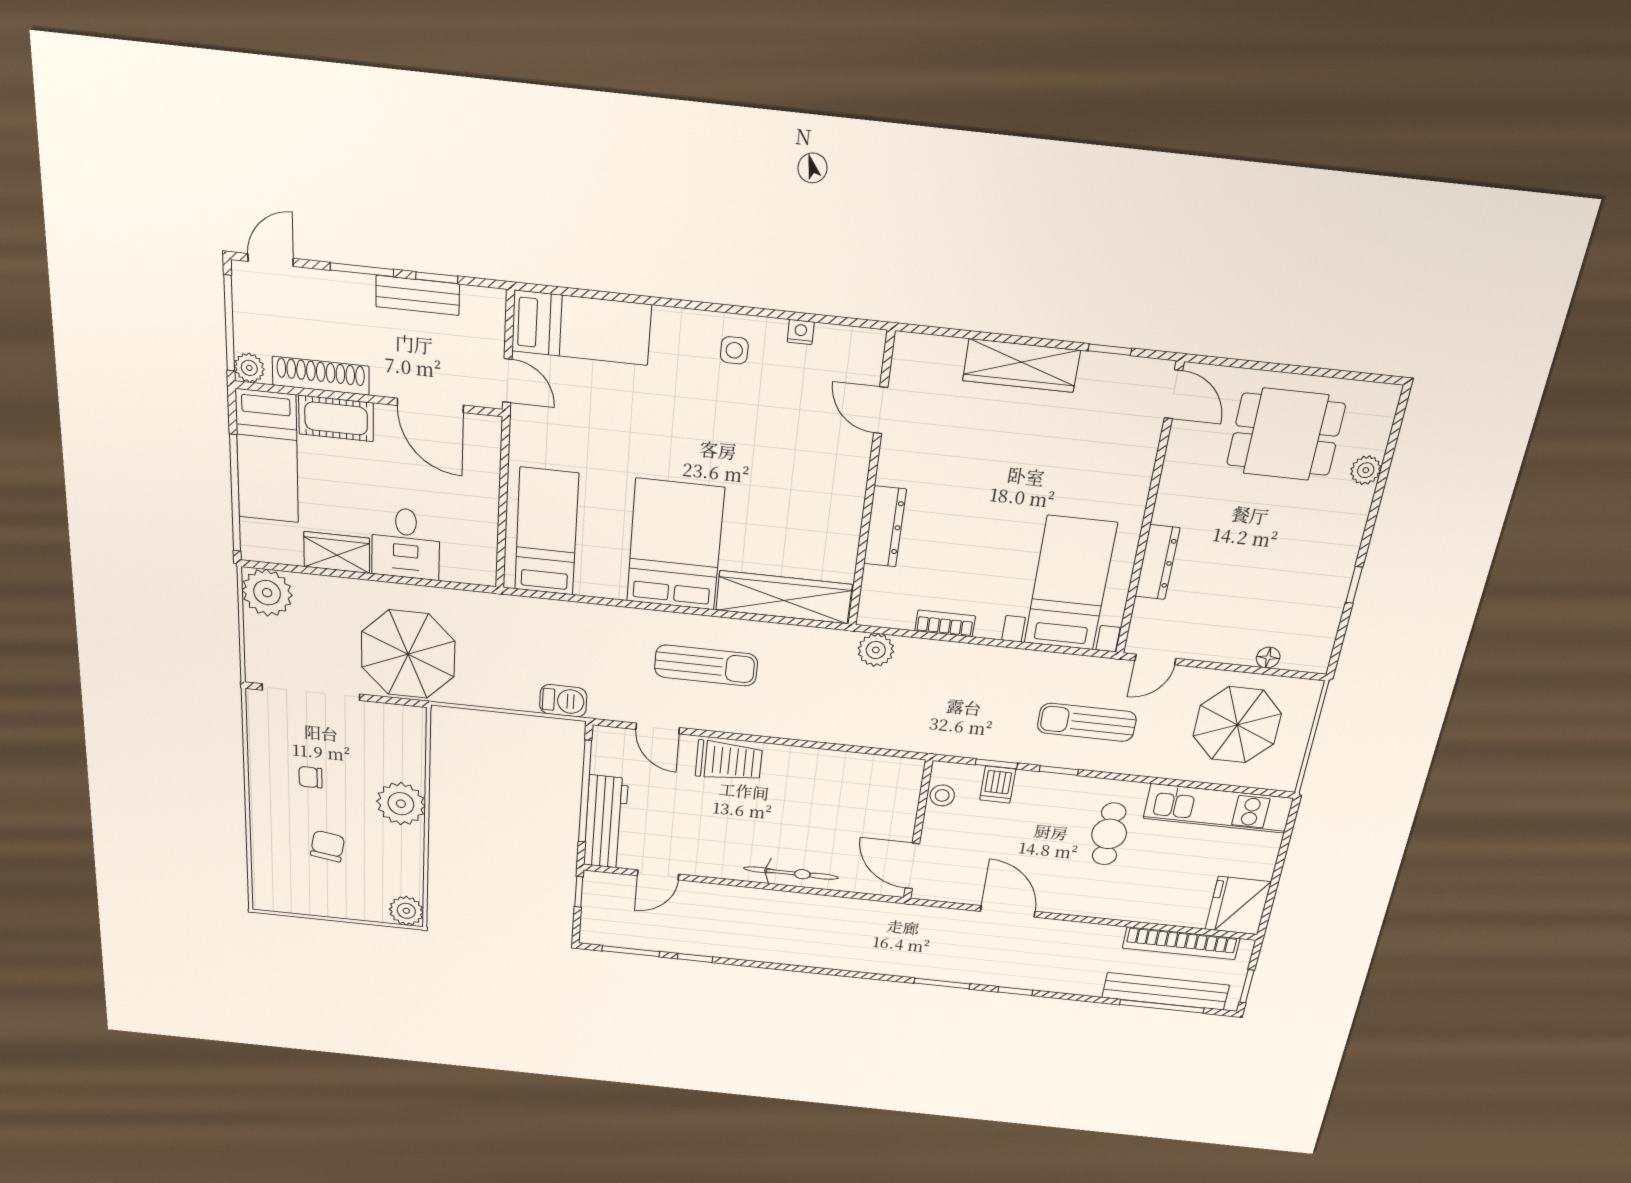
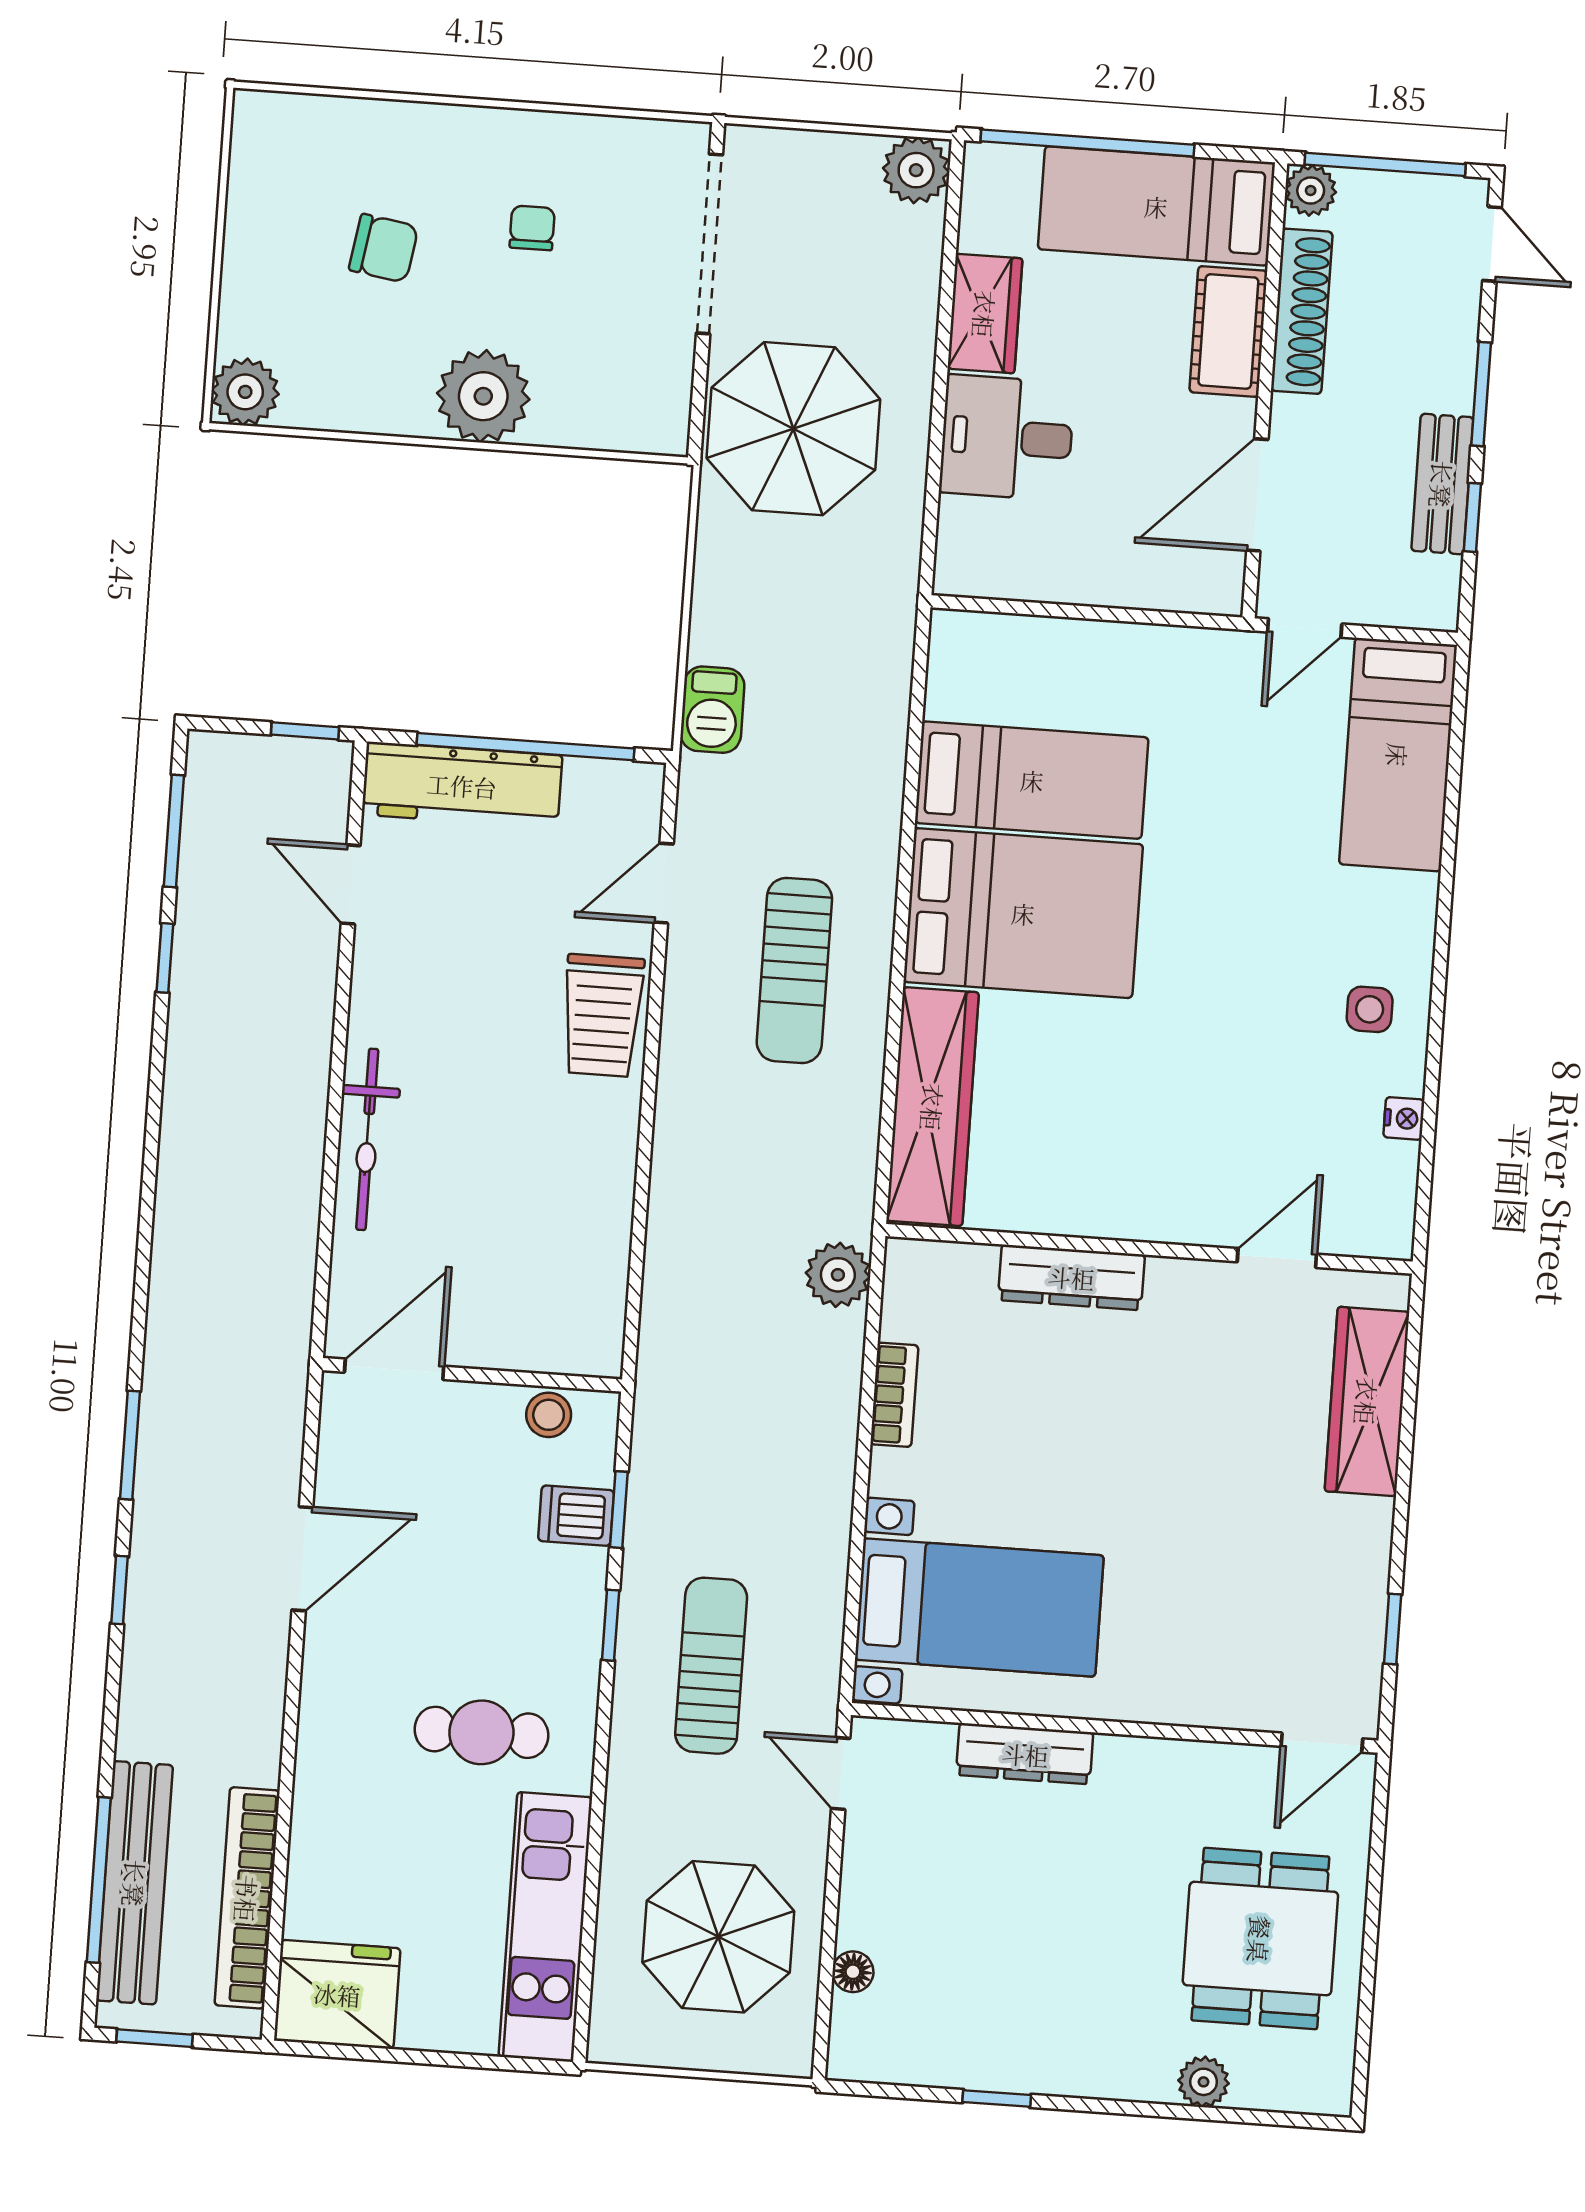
wardrobe: (1021, 366) -> (1367, 1401), moved
bed: (547, 532) -> (1032, 780), moved
plant: (267, 593) -> (916, 170), width x0.73, depth x0.73

